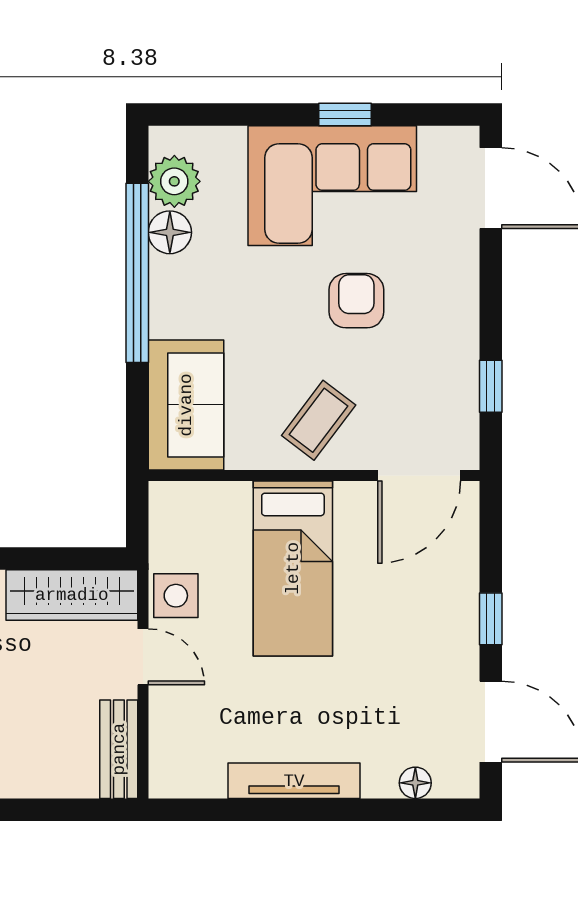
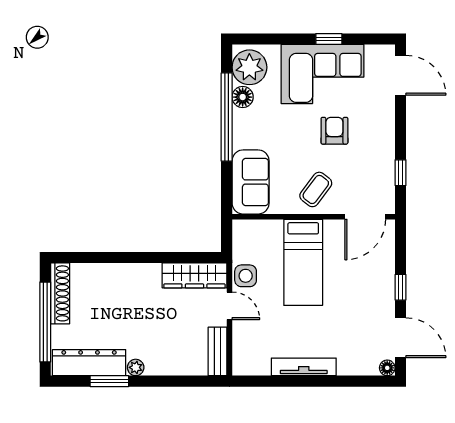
plant: (174, 181) -> (249, 67), width x1.36, depth x1.36
floor lamp: (415, 783) -> (387, 368), moved

